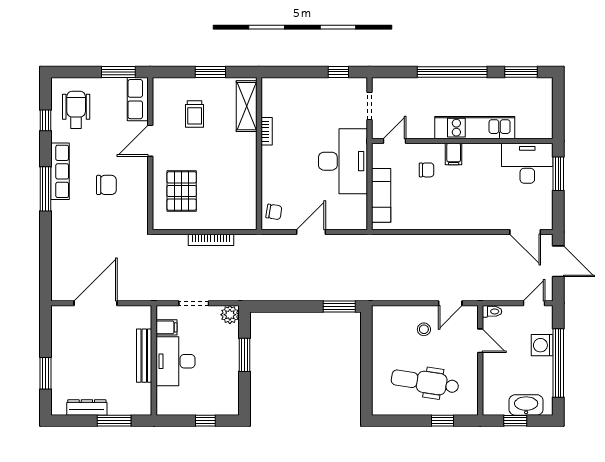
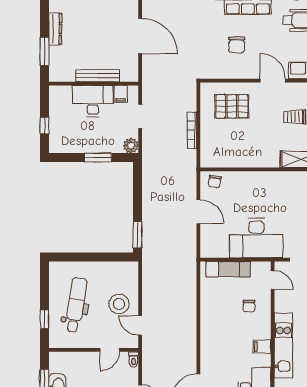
bookcase: (267, 131) -> (281, 176), removed
filing cabinet: (454, 154) -> (262, 347), moved
stool: (424, 329) -> (119, 304), width x1.89, depth x1.89

